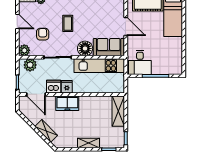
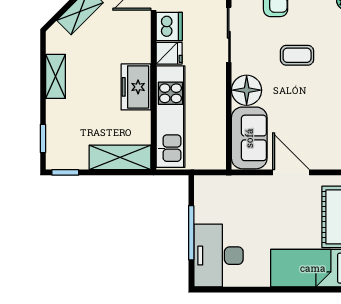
door: (126, 27) -> (291, 172), swing flipped
desk: (140, 62) -> (219, 256), moved, width x1.37
kitchen unit: (99, 66) -> (171, 117), moved, turned 180
freezer: (67, 103) -> (136, 87), moved
shelving: (89, 143) -> (56, 76), moved

